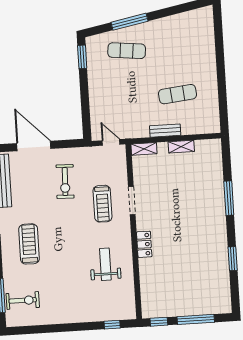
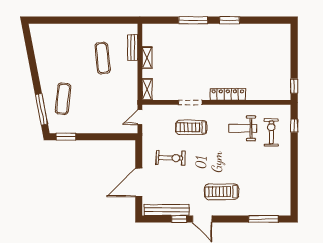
window: (130, 22) -> (41, 109), moved
bench: (165, 131) -> (133, 47), moved
treadmill: (103, 204) -> (191, 127), turned 180
locker: (144, 244) -> (228, 94), width x1.53
window: (233, 259) -> (229, 20), moved
exercise bike: (23, 300) -> (271, 132), moved
window: (196, 319) -> (294, 55), removed

